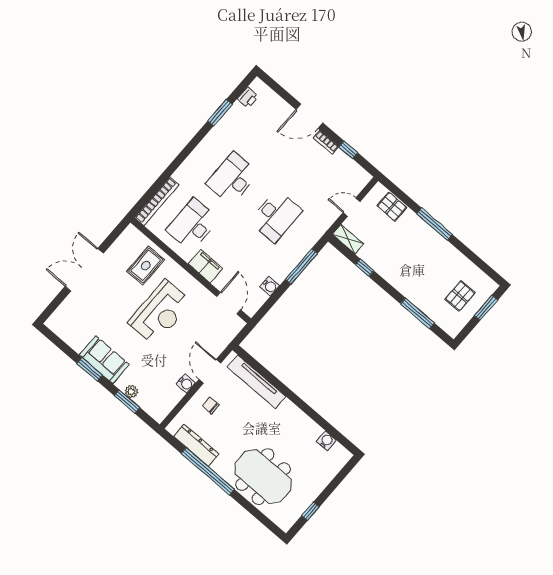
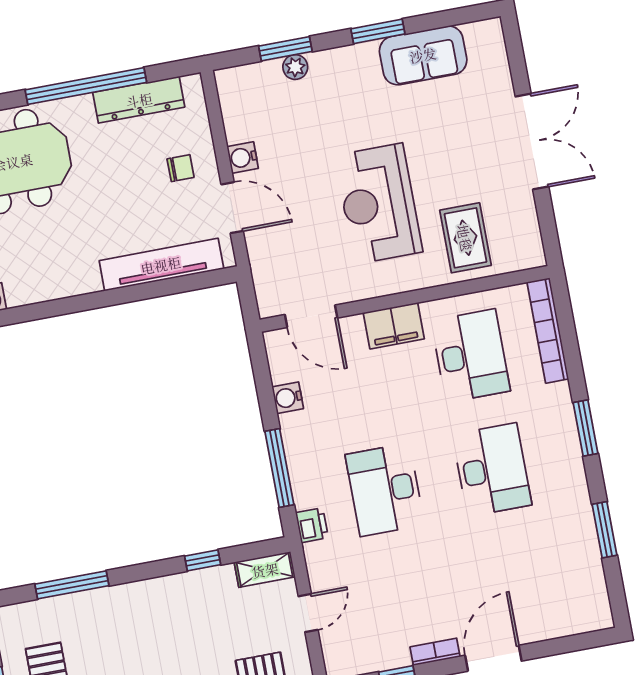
printer: (248, 98) -> (312, 525), moved, turned 180
window: (184, 154) -> (586, 428), added
sofa: (104, 360) -> (423, 55), moved

